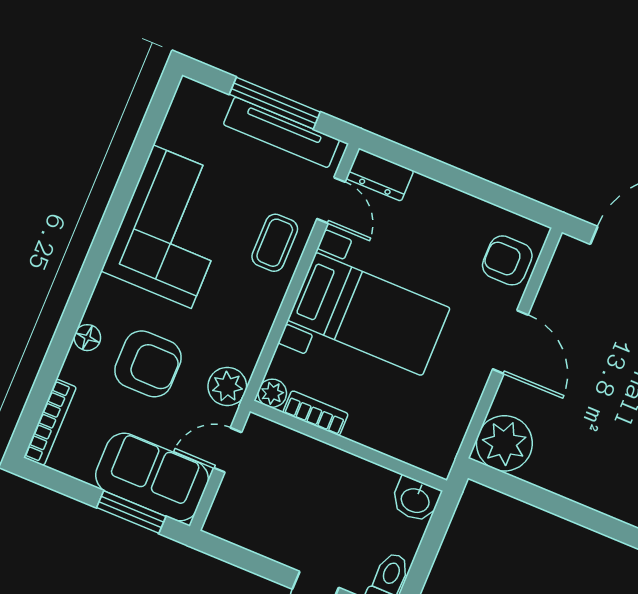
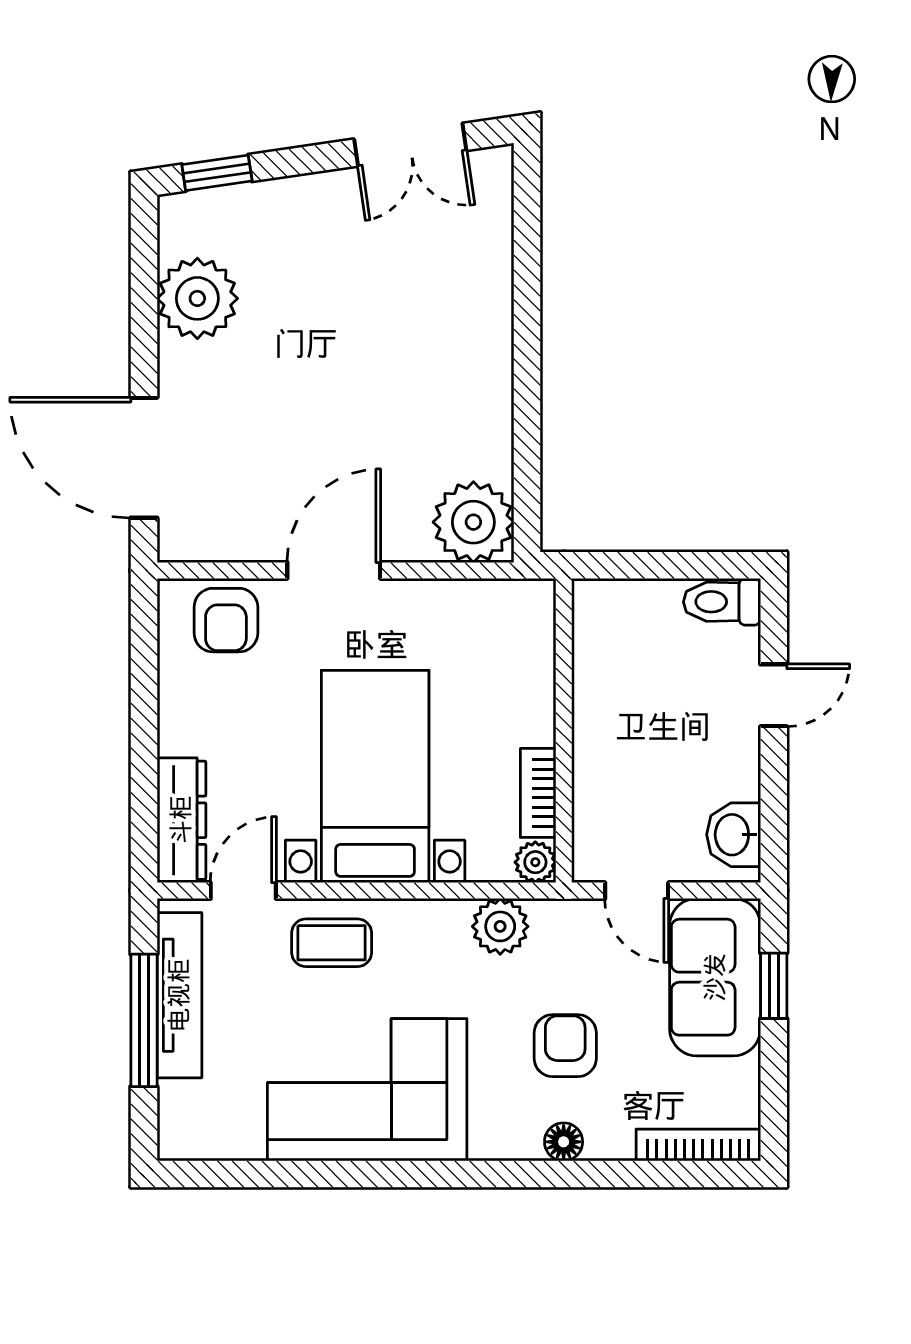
dresser: (380, 175) -> (181, 820), width x1.44
armchair: (148, 364) -> (565, 1046), width x0.72, depth x0.72
plant: (227, 386) -> (500, 926), moved
washbasin: (416, 500) -> (734, 835), moved, turned 180
window: (131, 512) -> (774, 986), width x0.67

